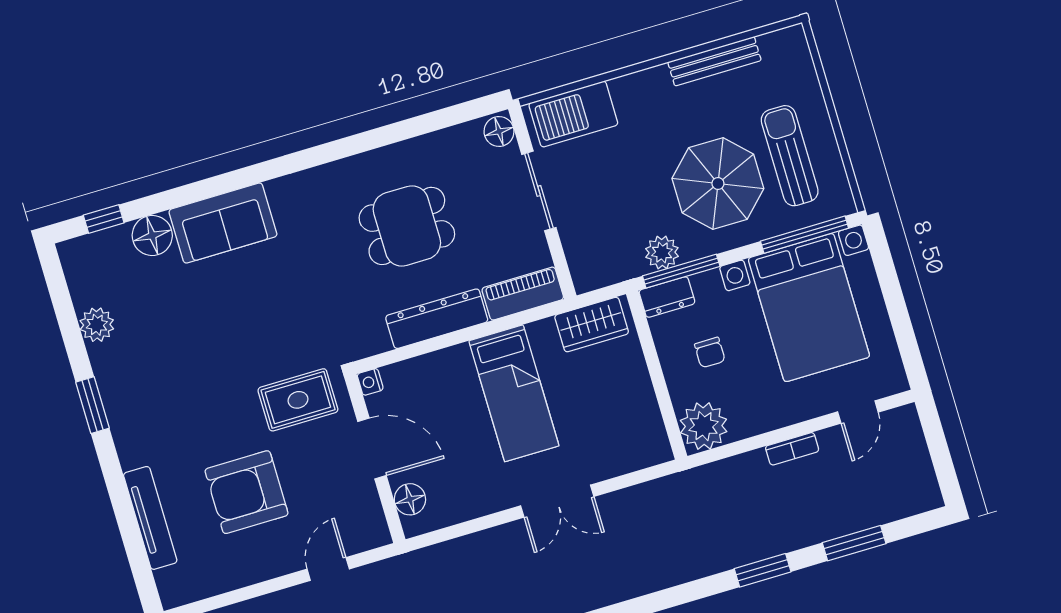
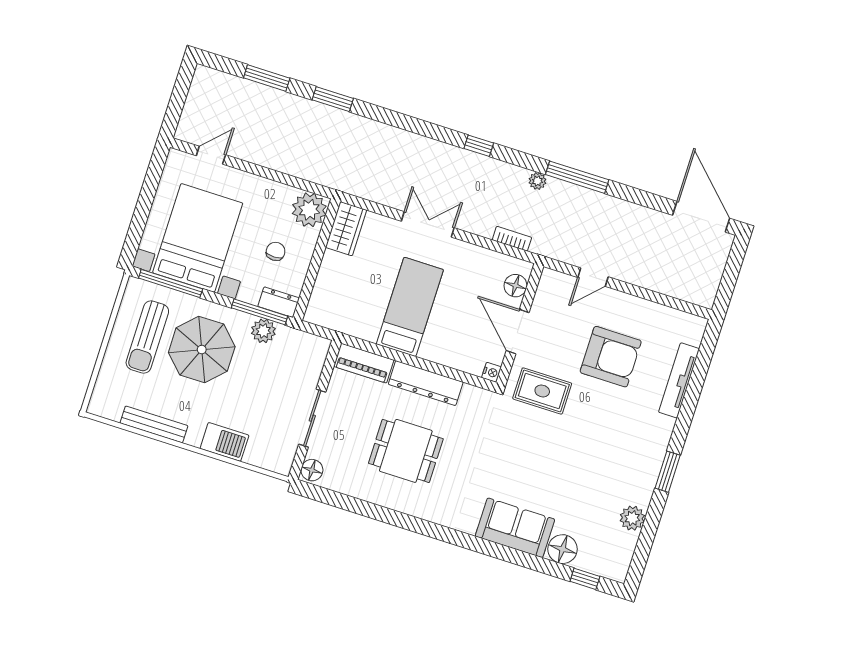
barbecue: (573, 114) -> (224, 442), moved, width x0.73, depth x0.83
wardrobe: (592, 325) -> (346, 229), moved, turned 90
bookcase: (792, 449) -> (512, 239), moved

